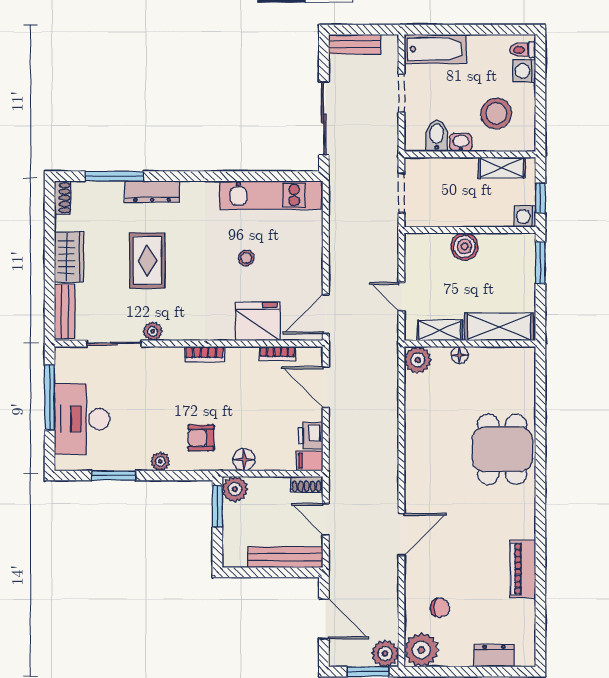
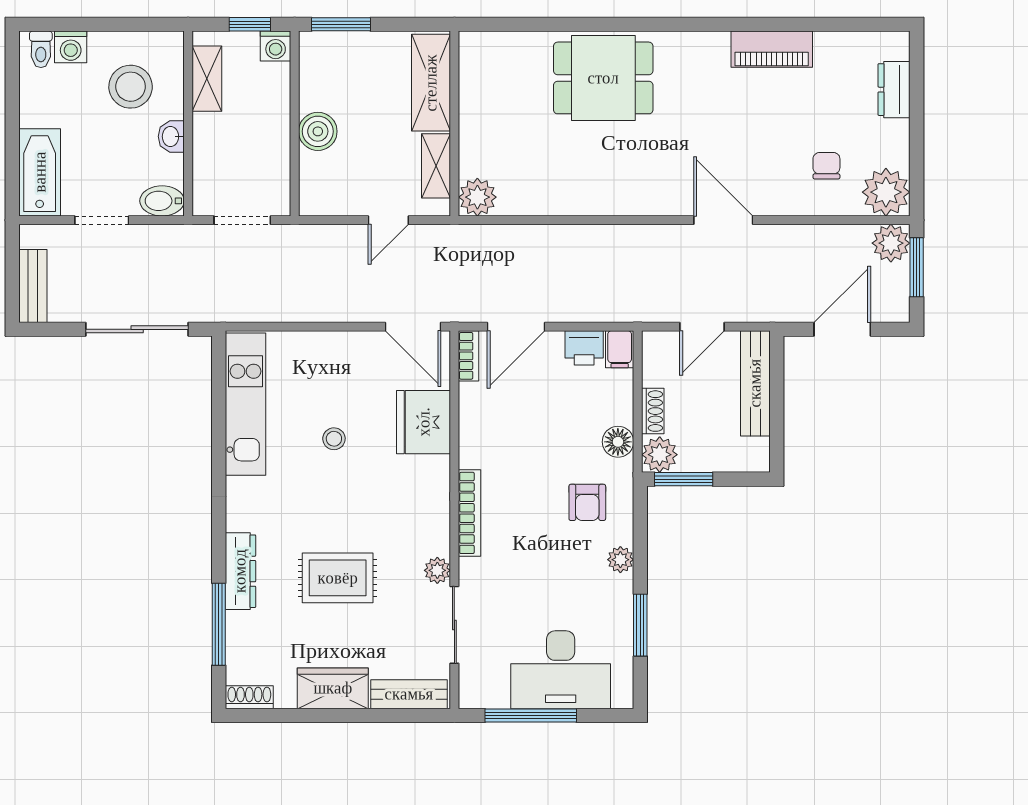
bidet: (437, 136) -> (162, 201), moved
bookcase: (205, 354) -> (470, 513), width x1.56
bookcase: (277, 354) -> (469, 356), moved
floor lamp: (460, 355) -> (470, 138), removed
shoe rack: (307, 484) -> (653, 411), moved

